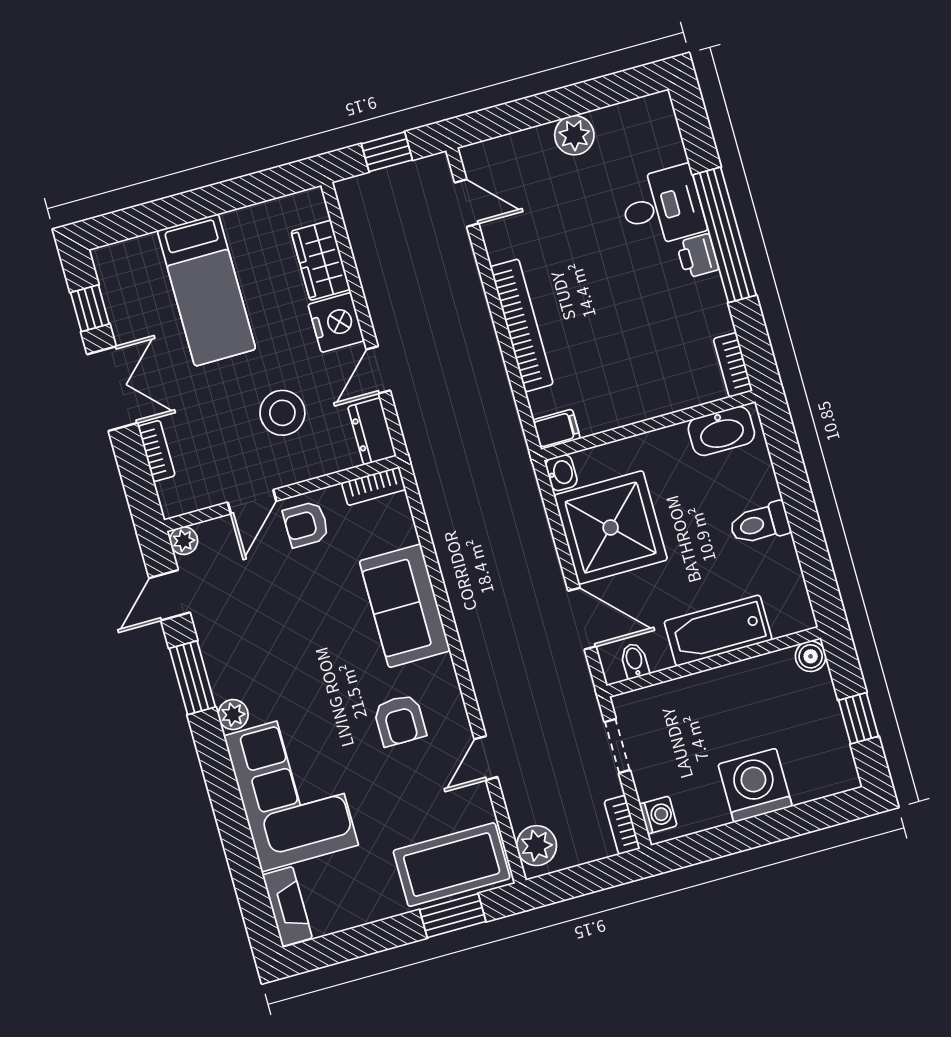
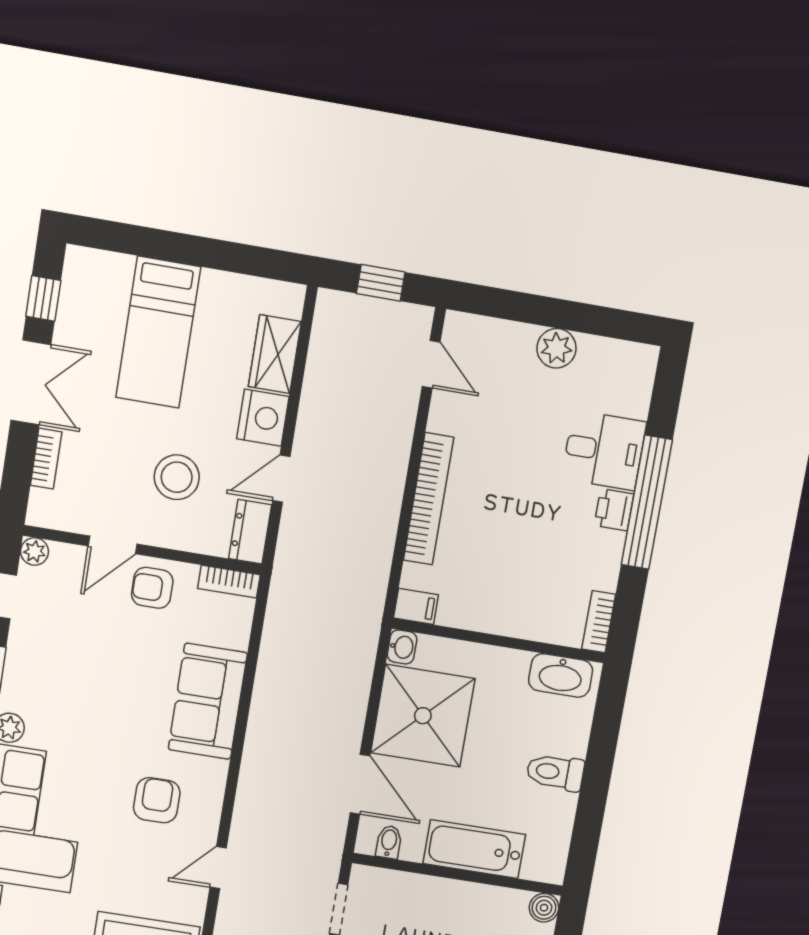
armchair: (400, 720) -> (157, 800), turned 180

